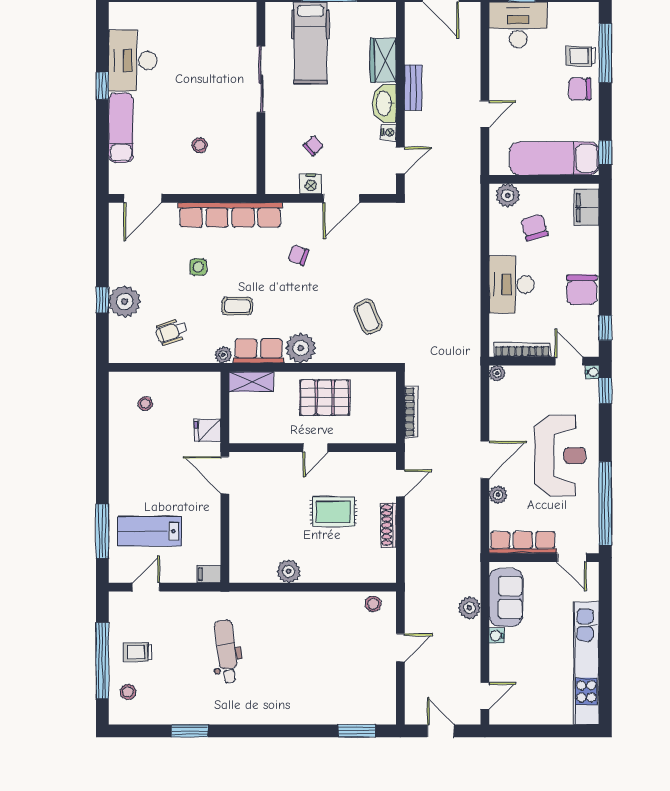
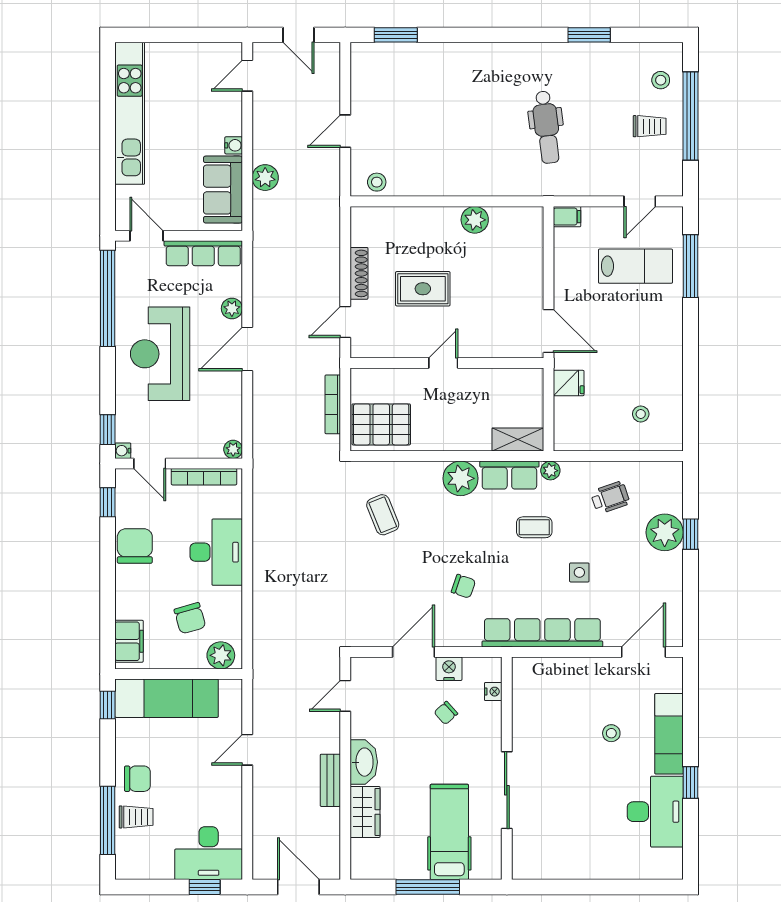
nightstand: (389, 132) -> (493, 692), moved, turned 180
stool: (200, 145) -> (611, 733), moved
pallet: (325, 398) -> (381, 424), moved

